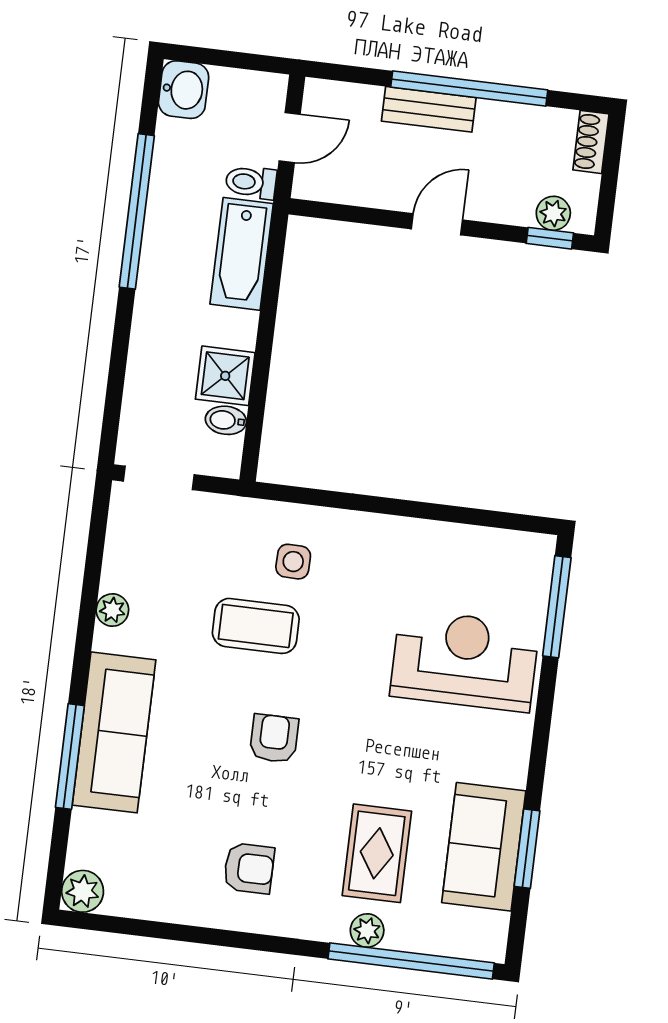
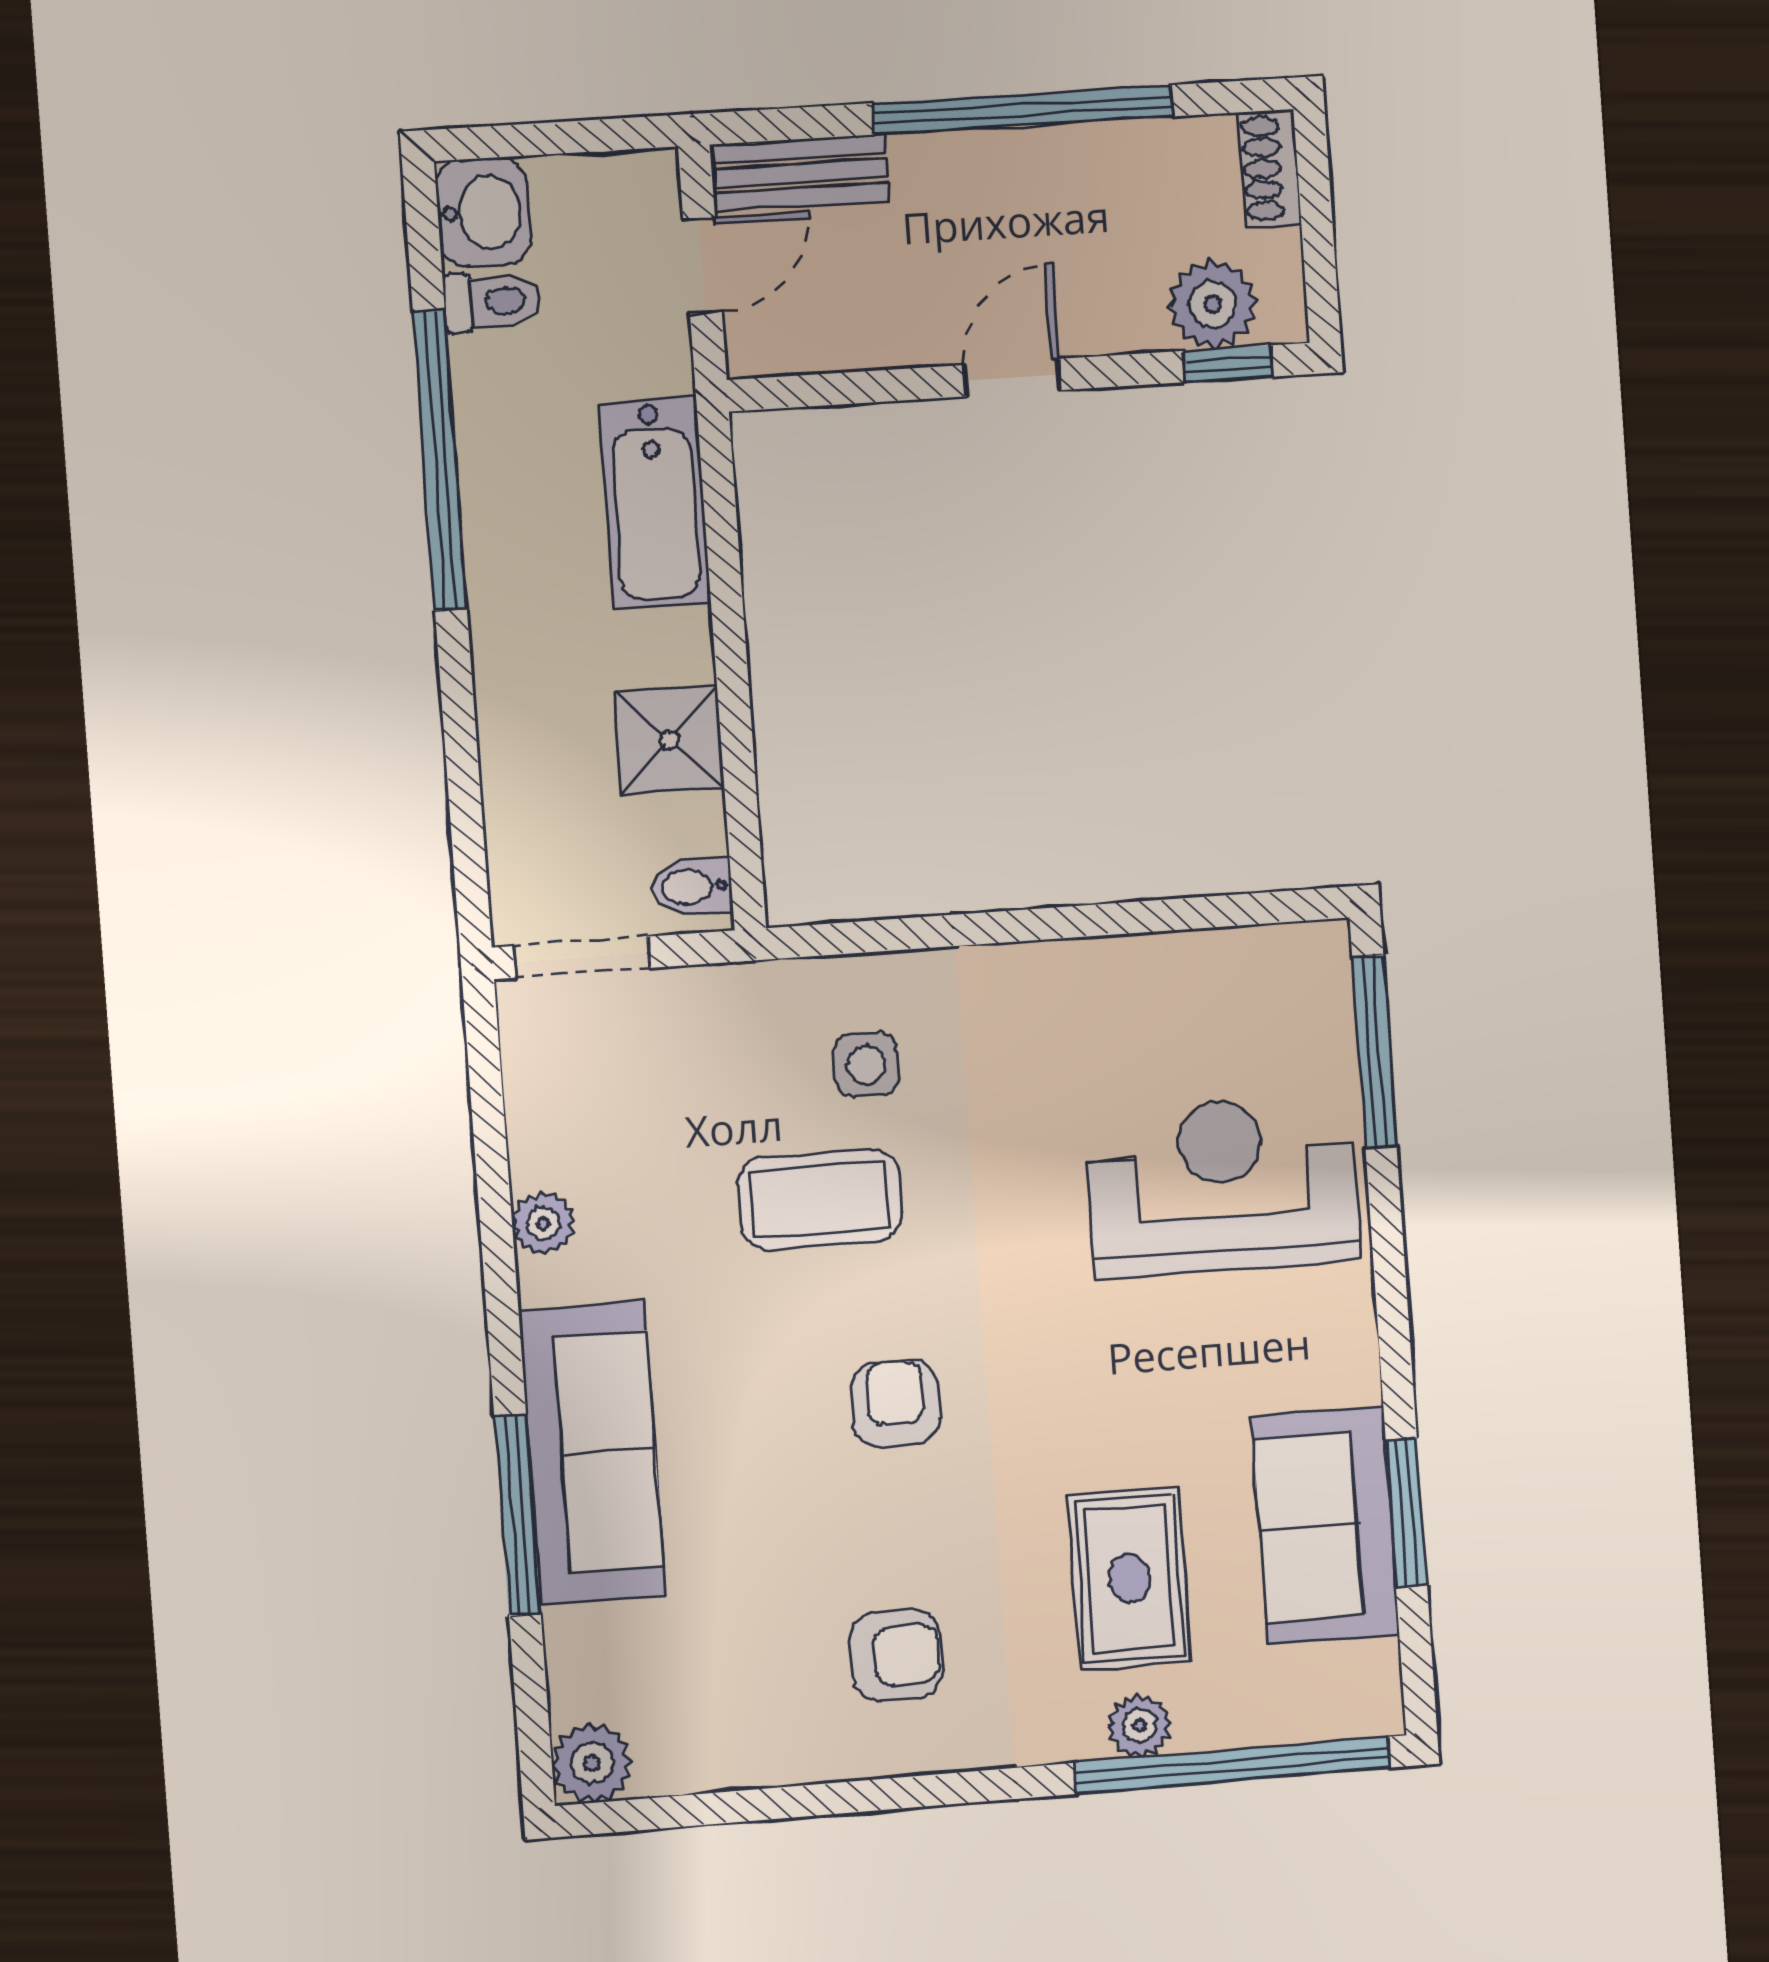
bench: (429, 109) -> (800, 173), moved
toilet: (251, 182) -> (492, 301), moved, turned 180
plant: (553, 213) -> (1213, 304), width x1.38, depth x1.38
bidet: (226, 420) -> (692, 887), moved

